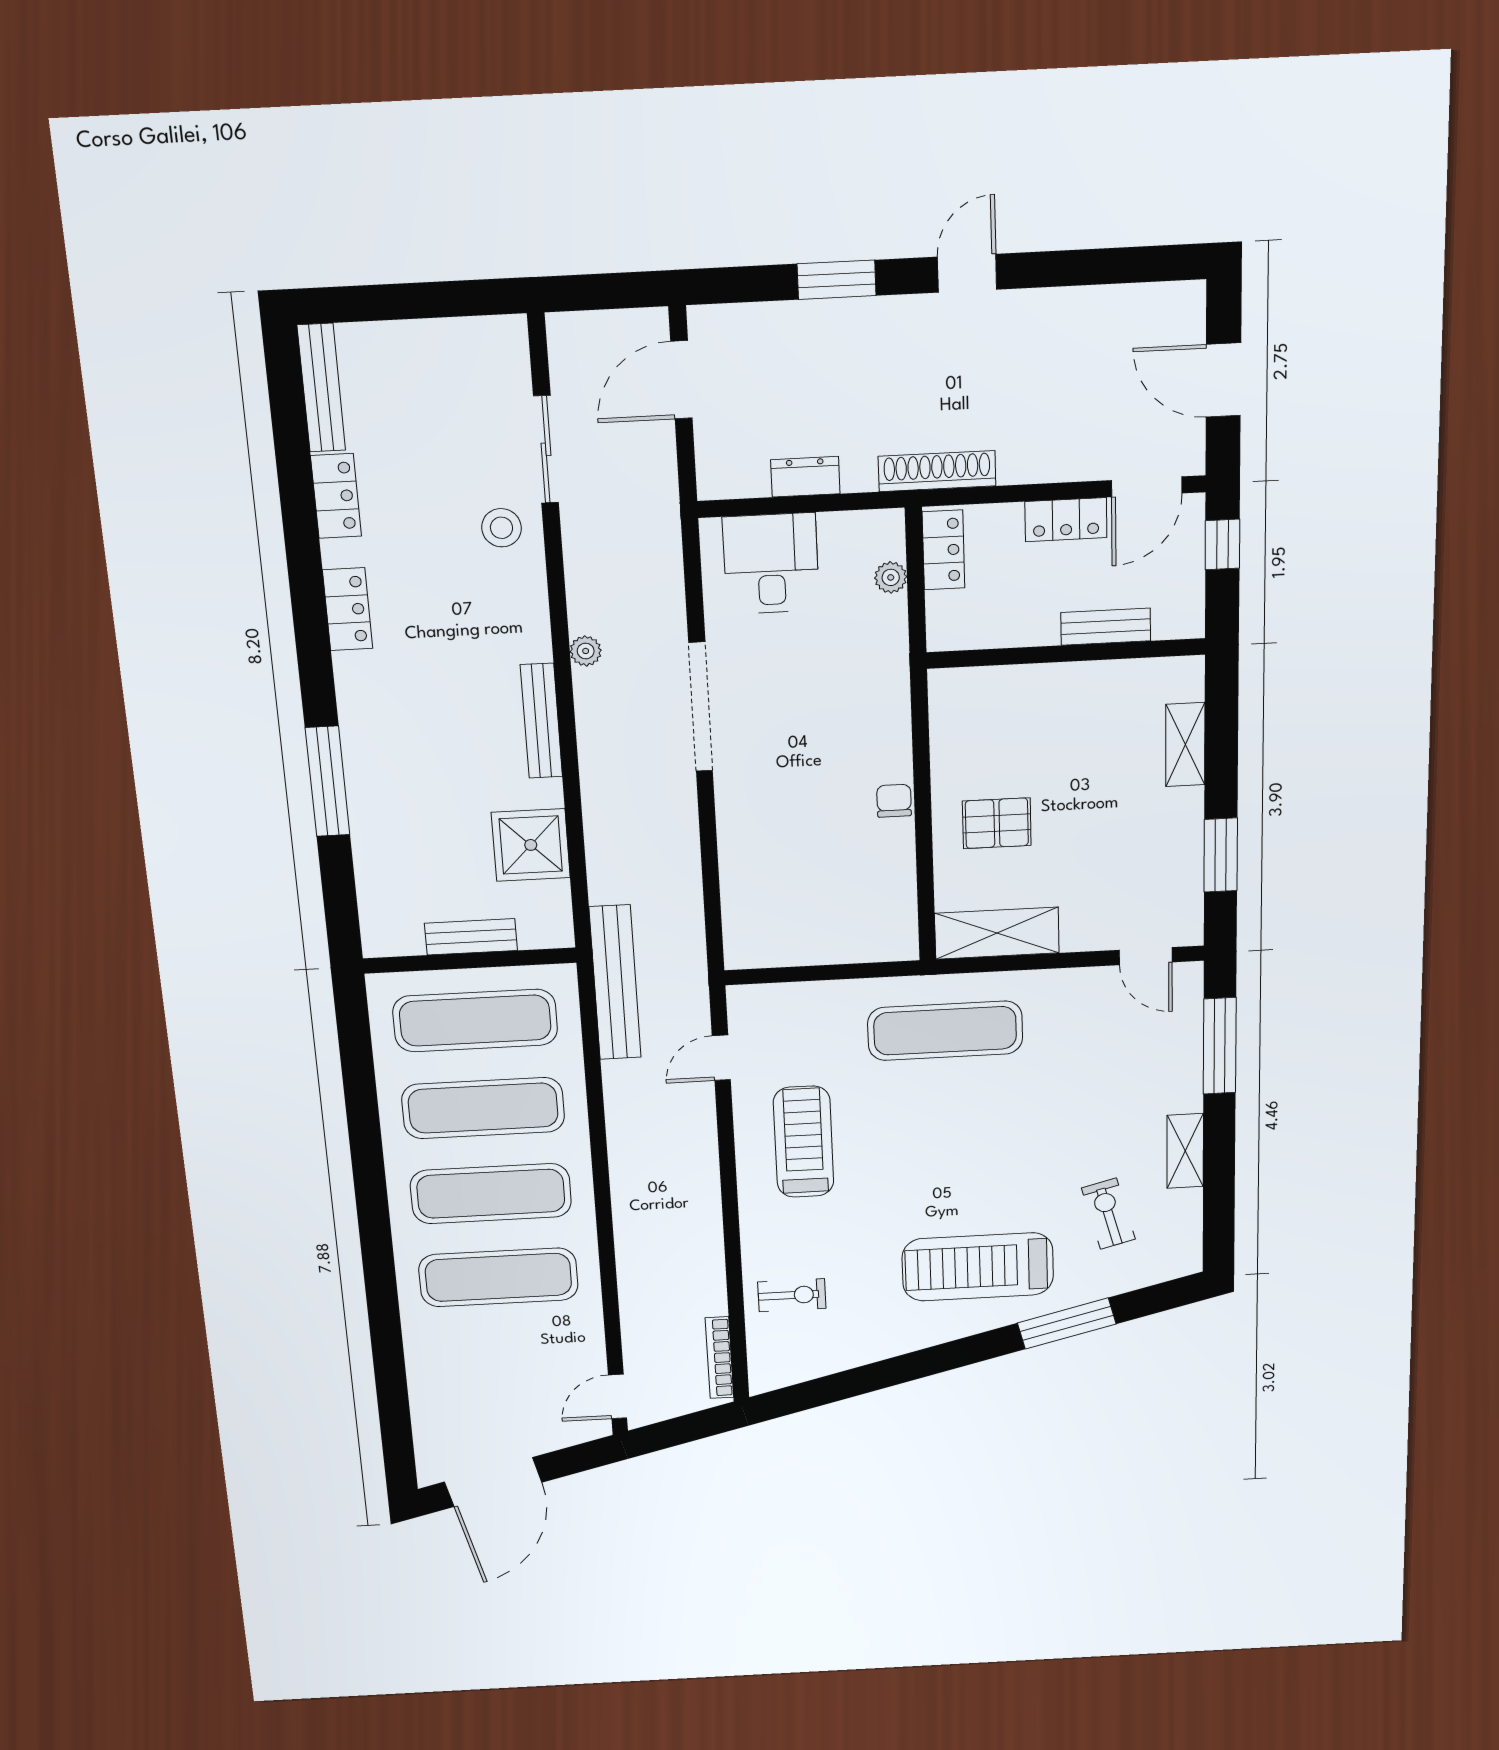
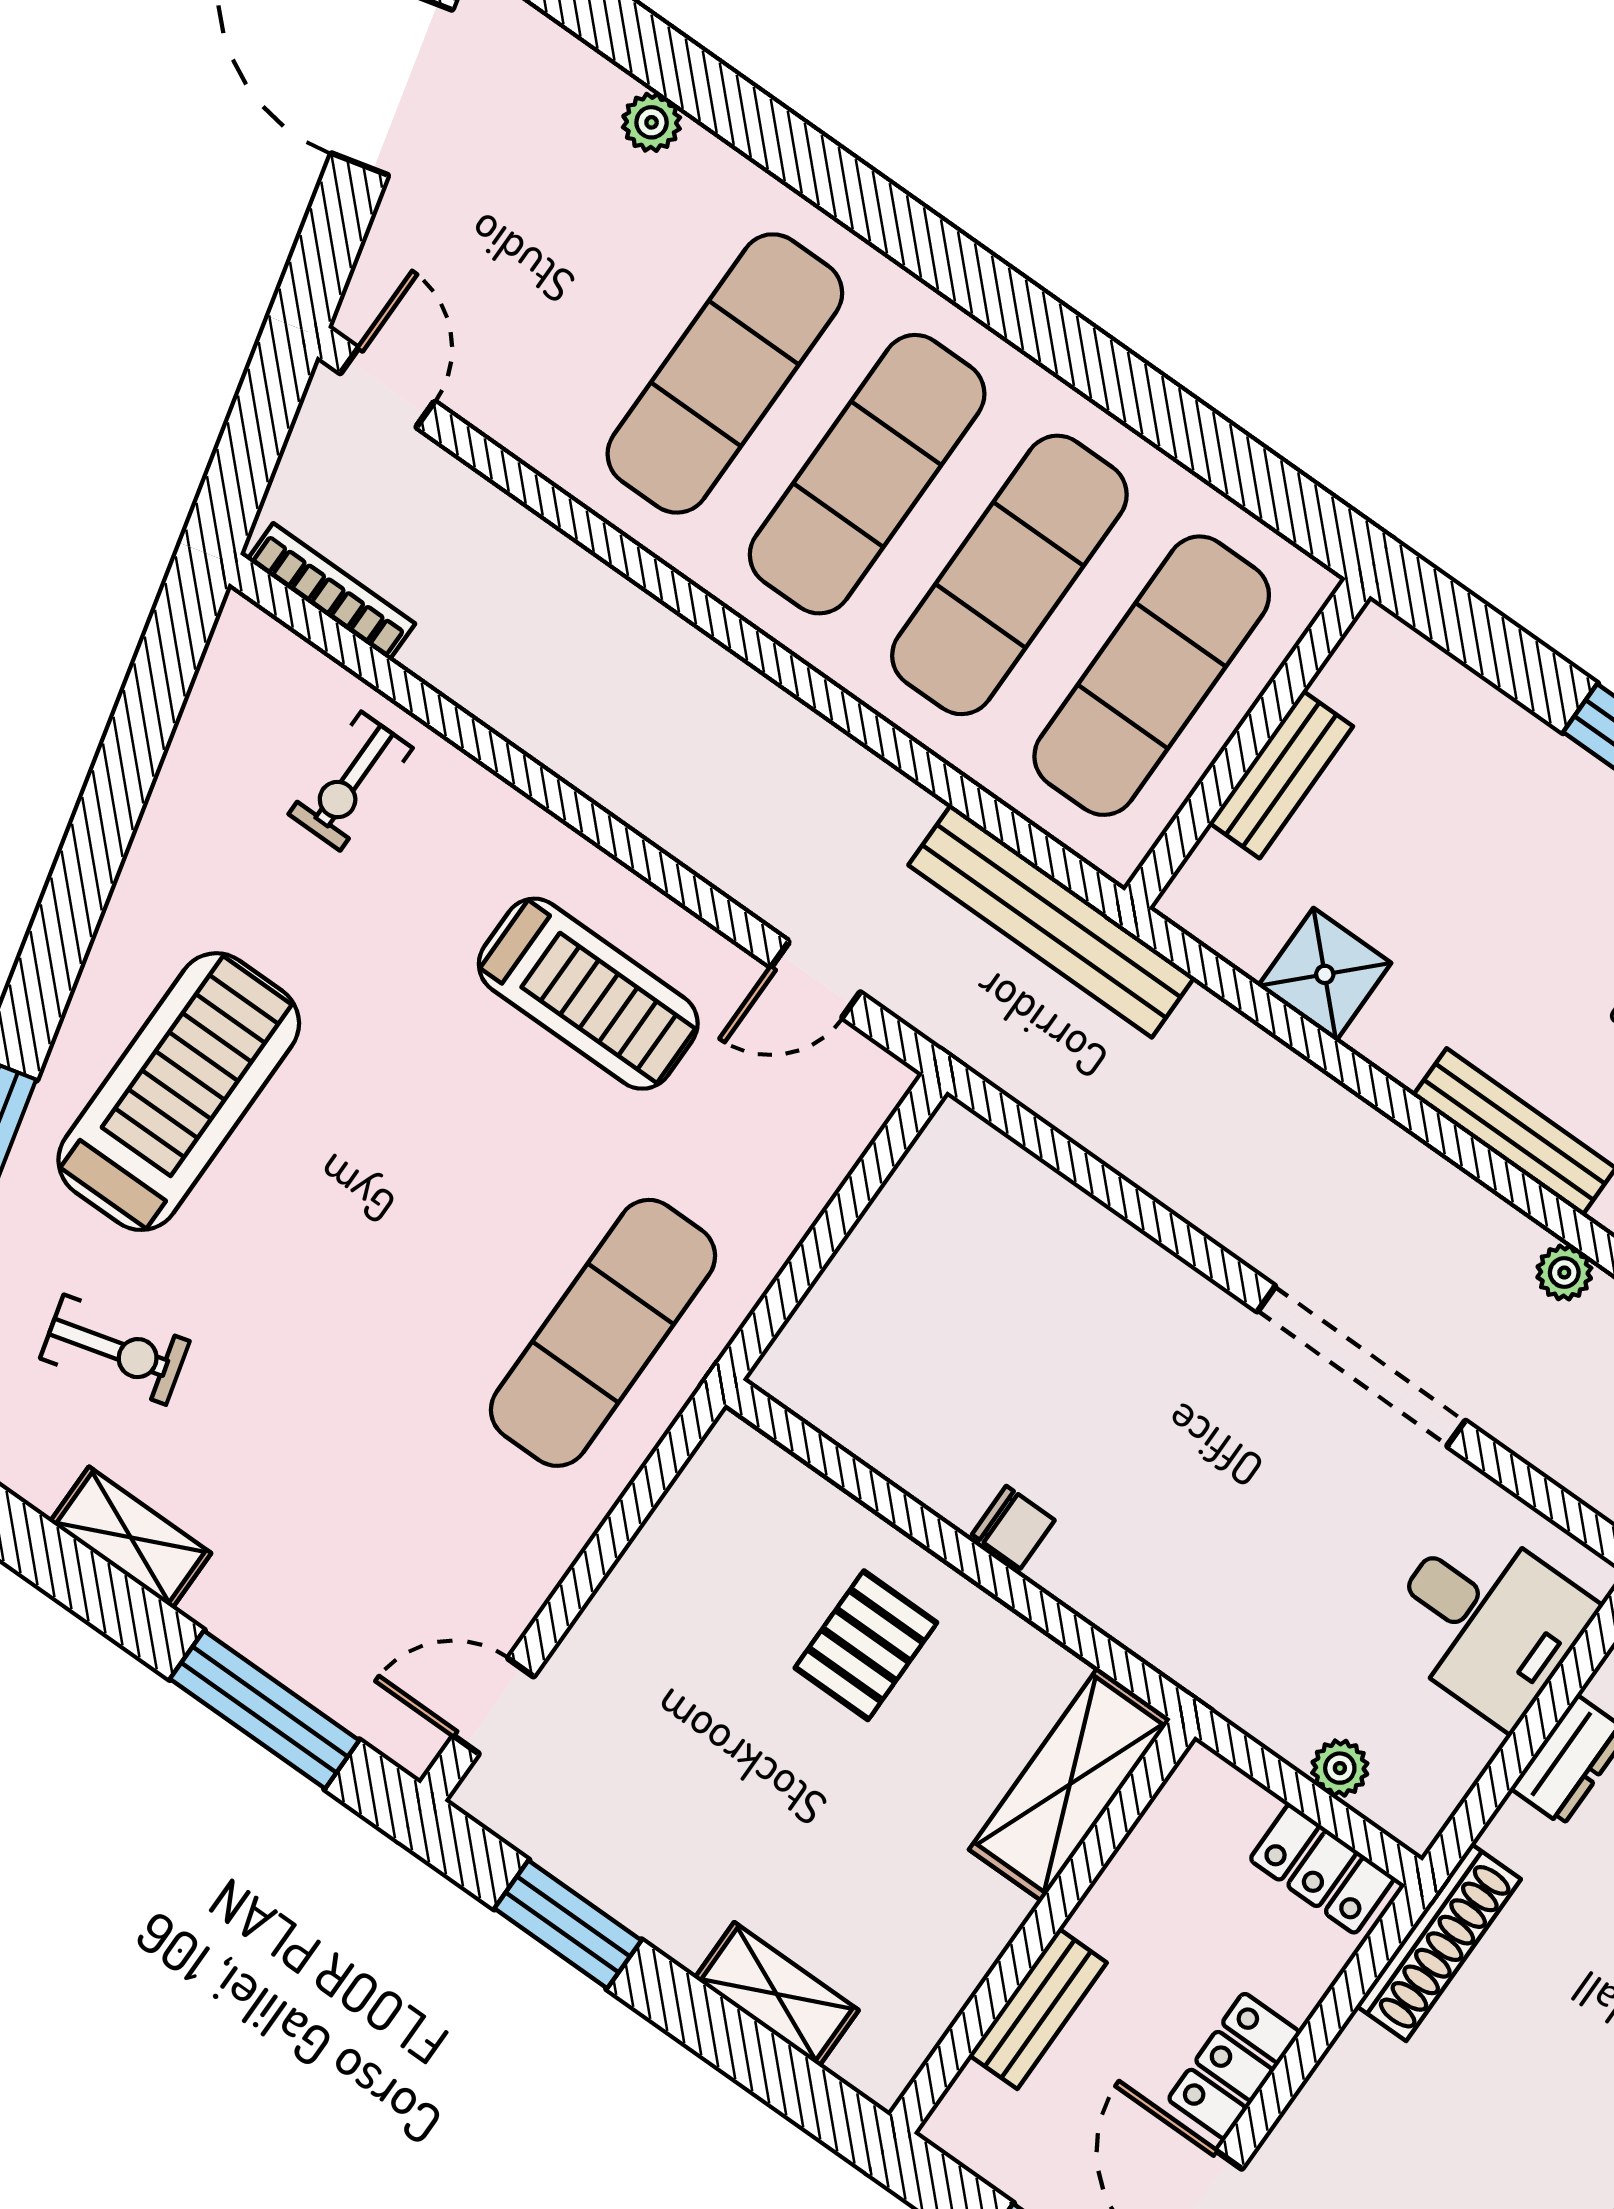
shower: (531, 845) -> (1325, 974), width x0.73, depth x0.73
shelving: (997, 933) -> (1070, 1784), moved
door: (721, 1058) -> (816, 980), swing flipped
plant: (422, 1378) -> (652, 122), added

